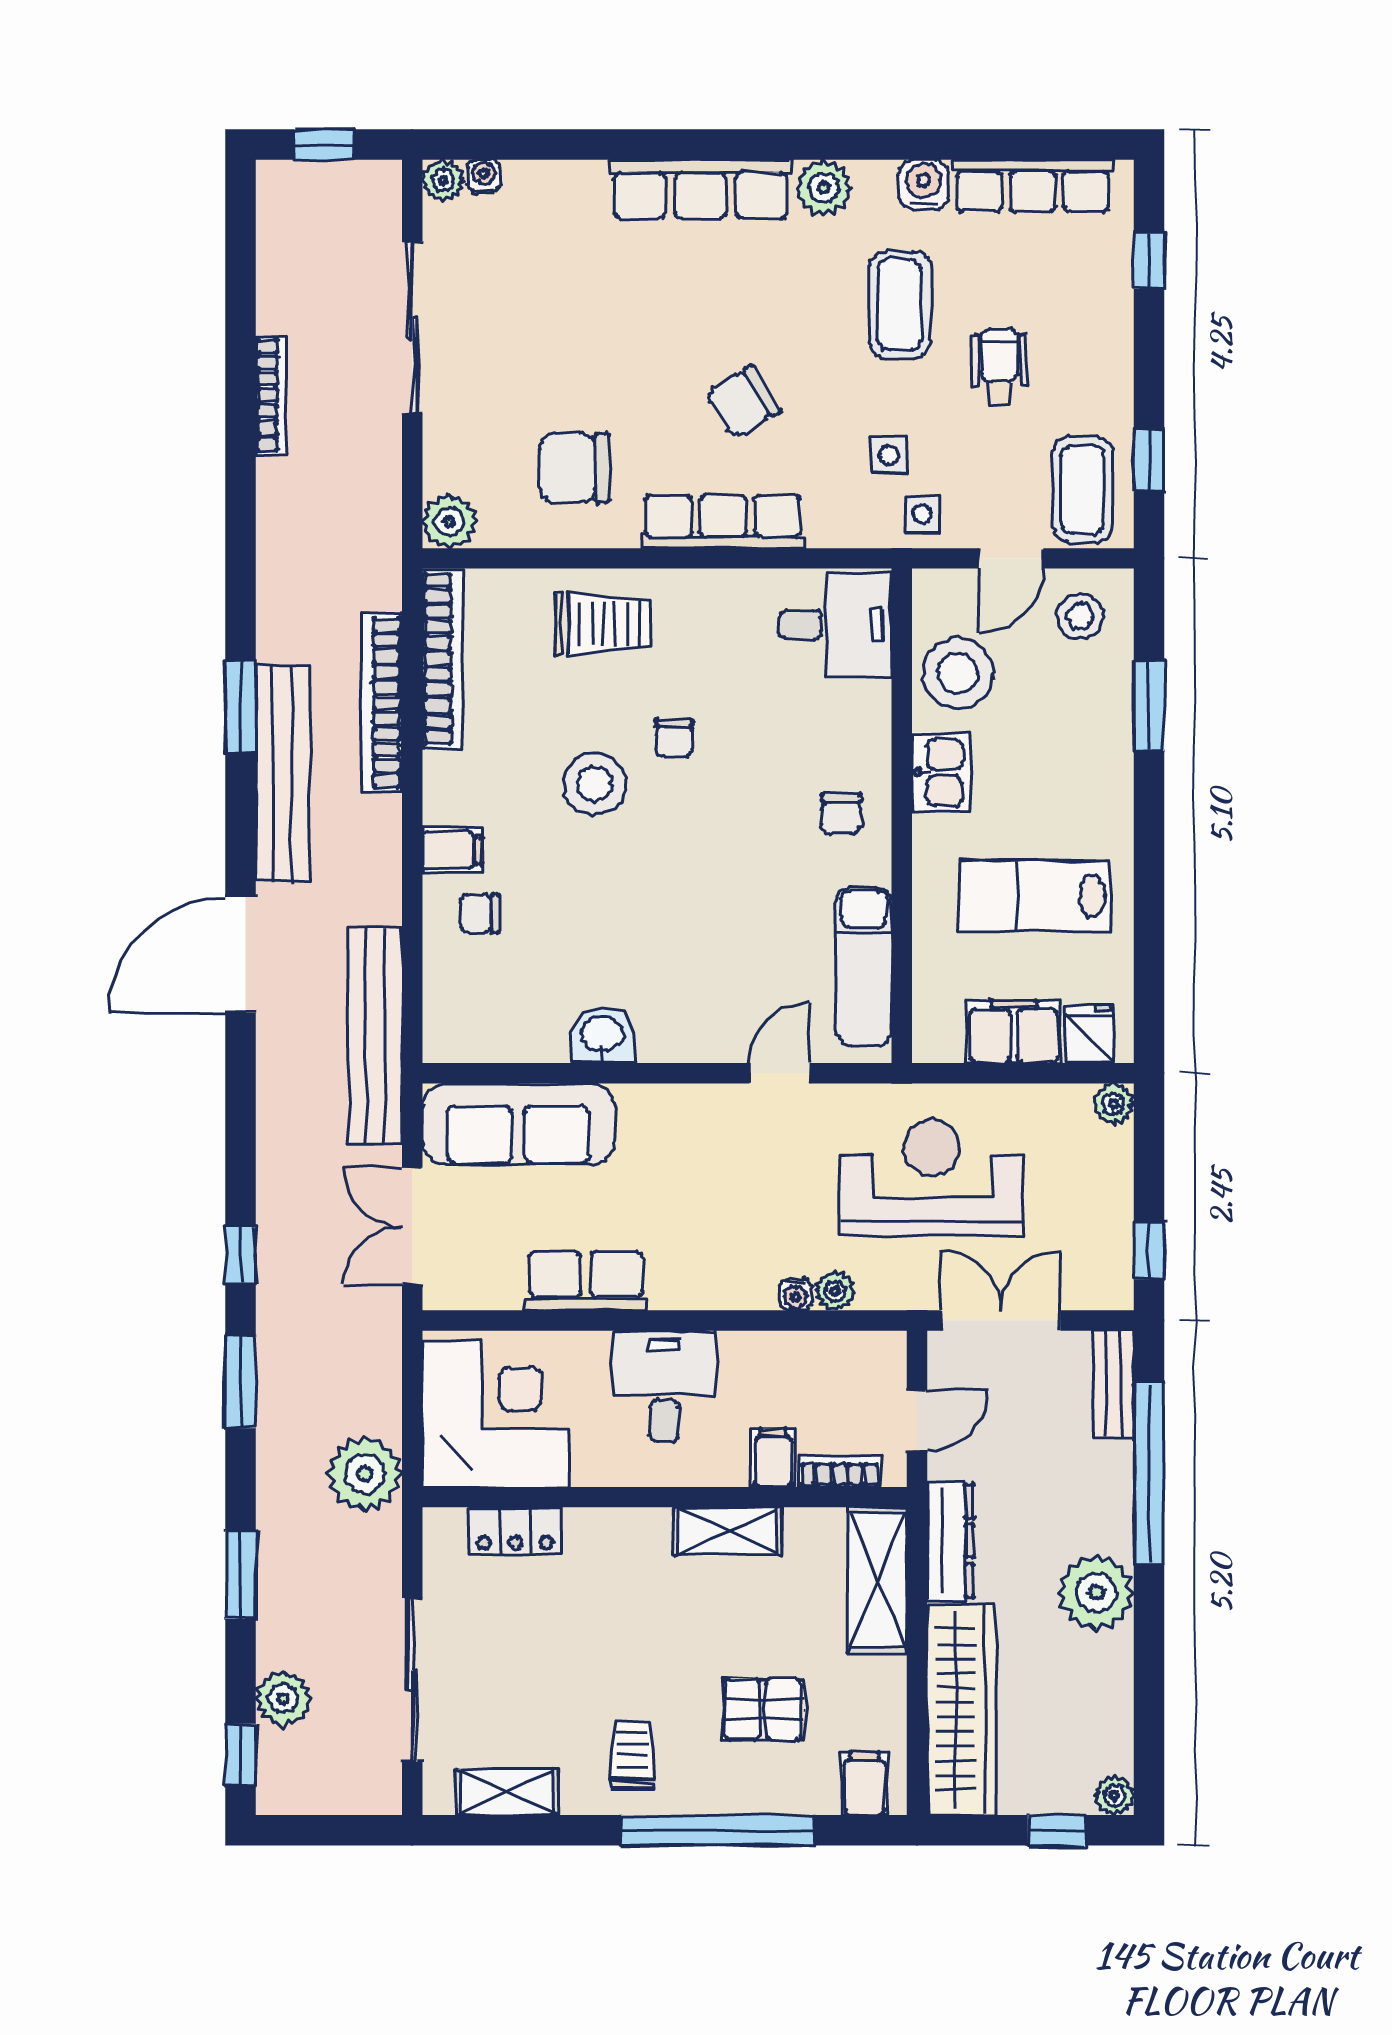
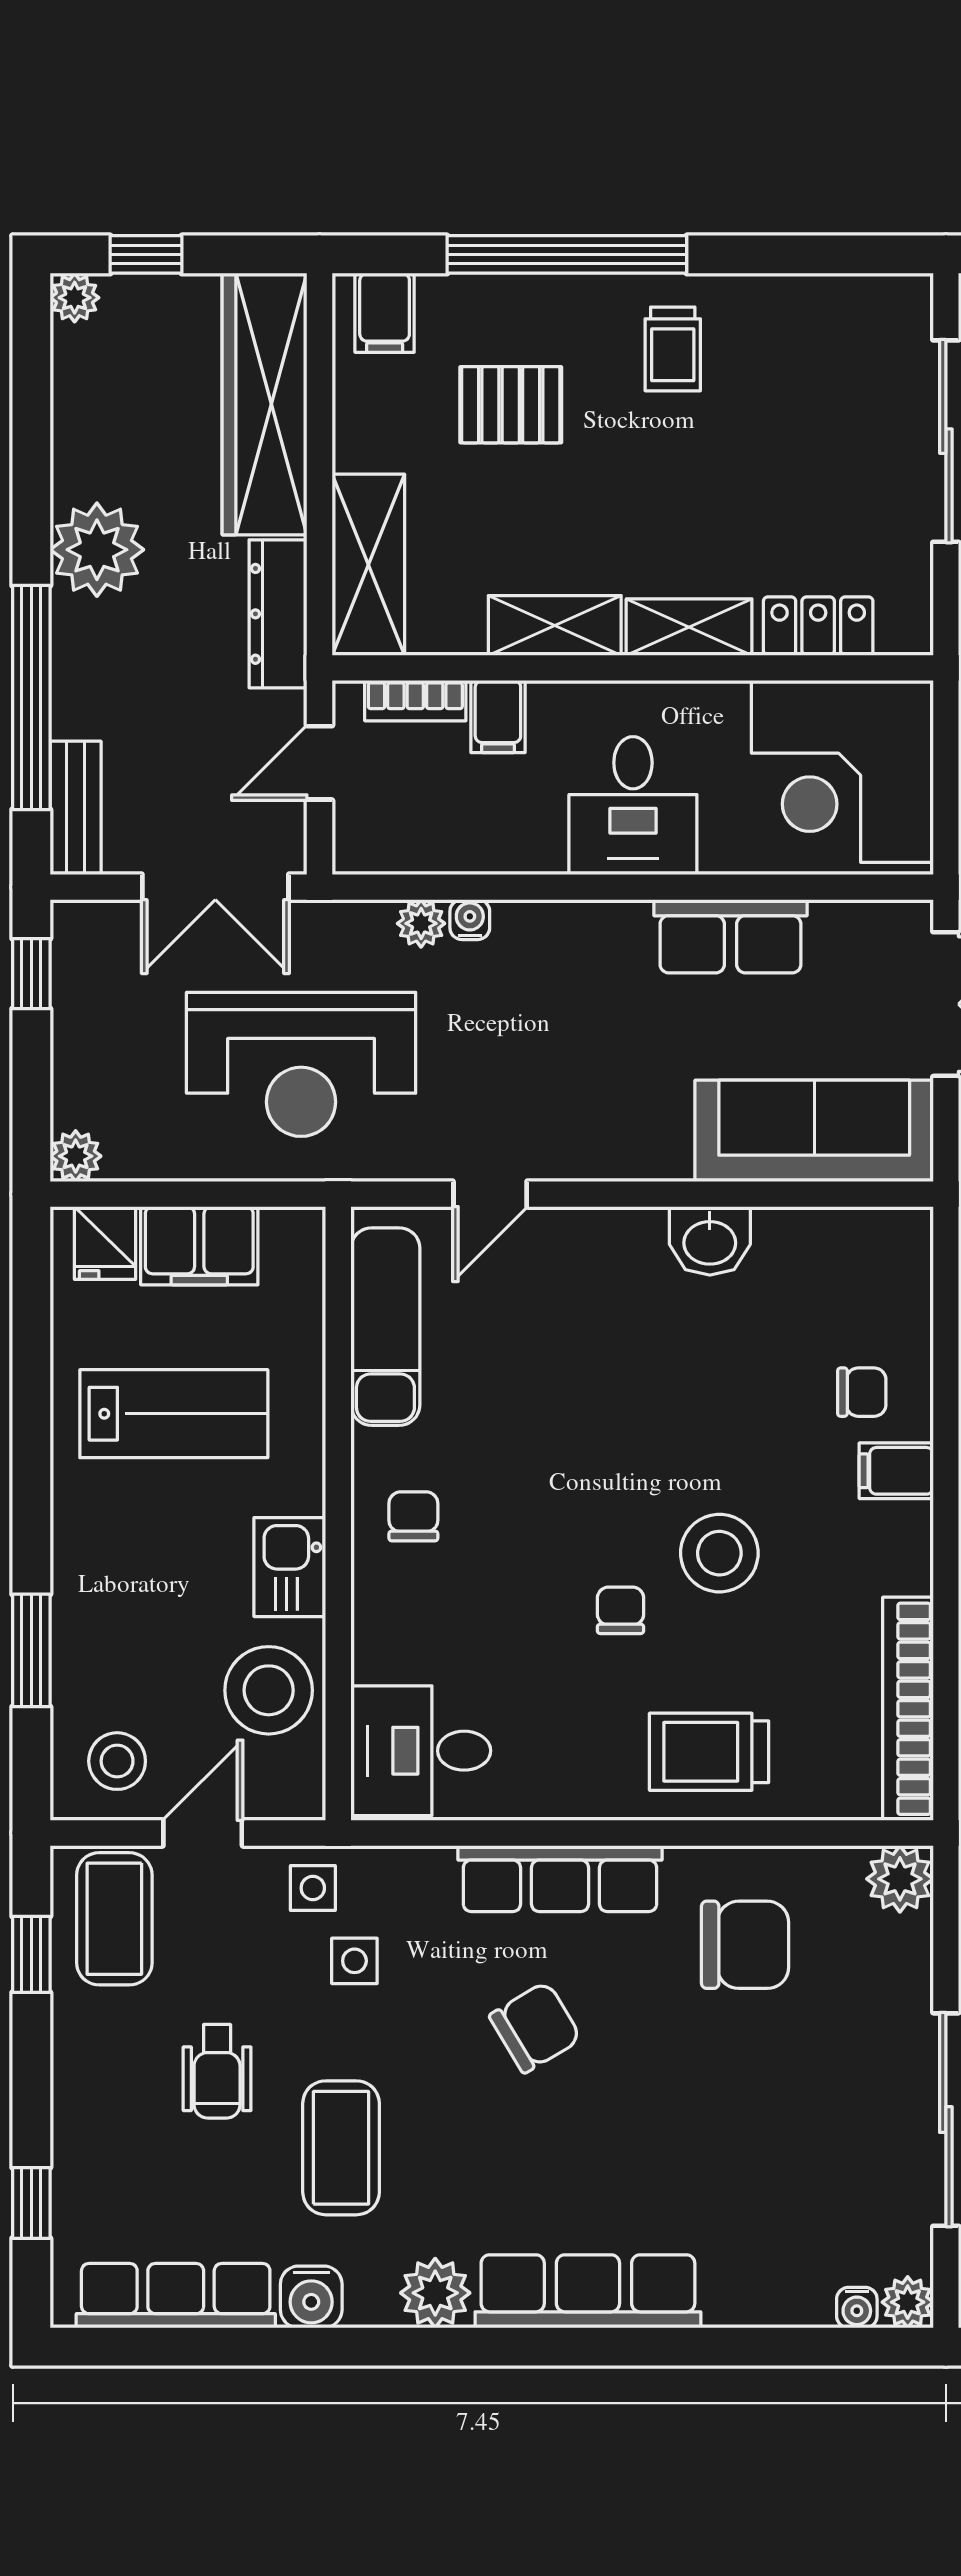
shelving: (507, 1792) -> (689, 627), moved

